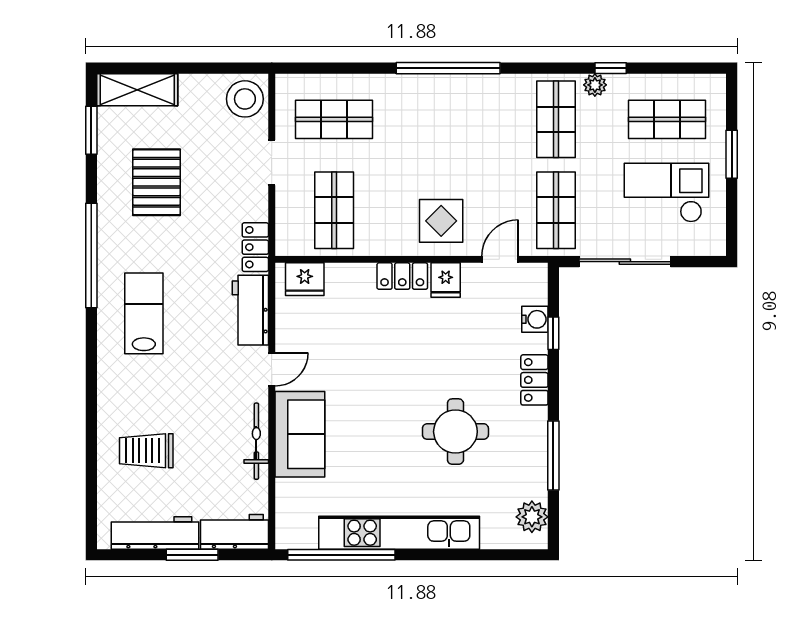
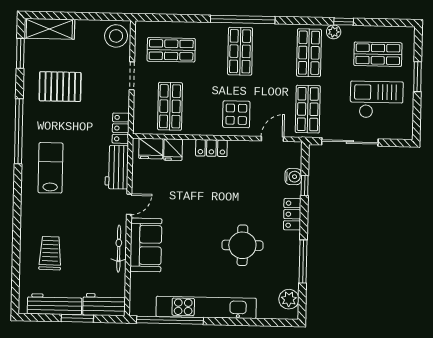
shop shelf: (445, 119) -> (240, 51), added
pallet: (157, 182) -> (60, 87), turned 90
fridge: (446, 280) -> (173, 150), moved
trolley: (146, 451) -> (50, 253), turned 91

